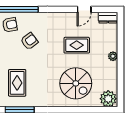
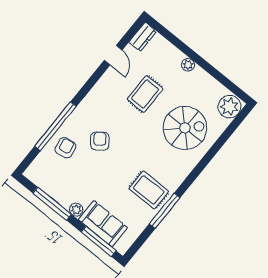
rug: (17, 83) -> (149, 190), moved

